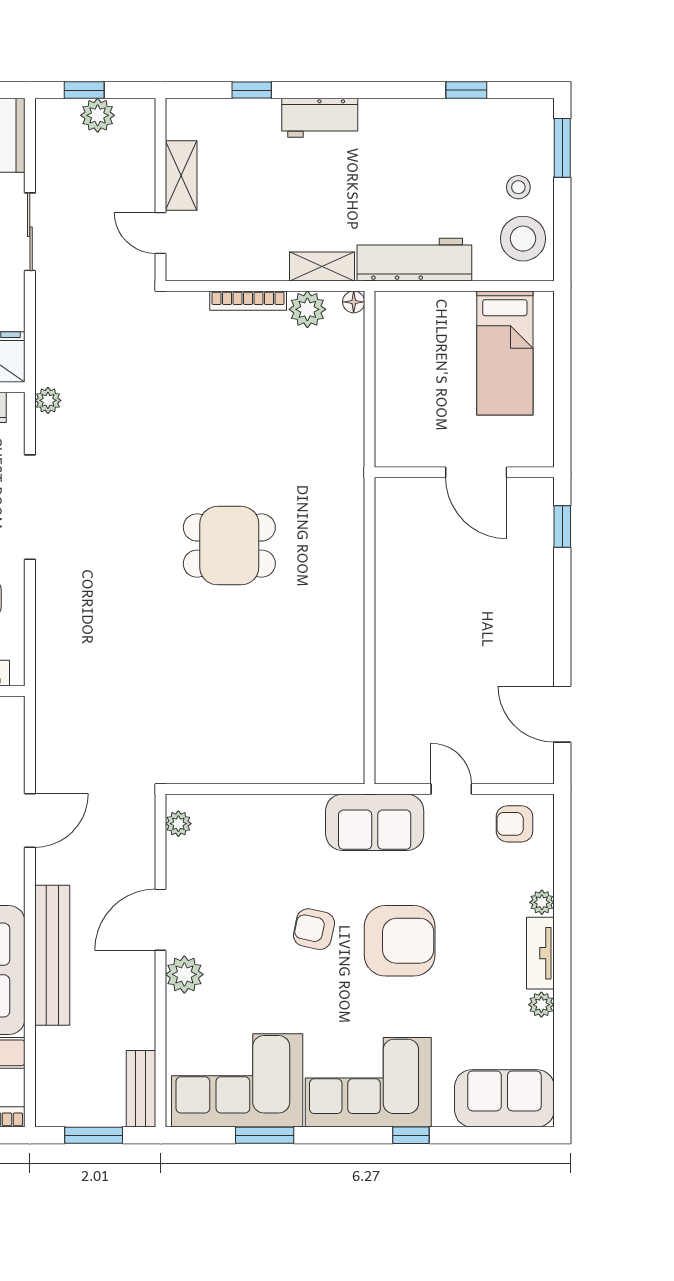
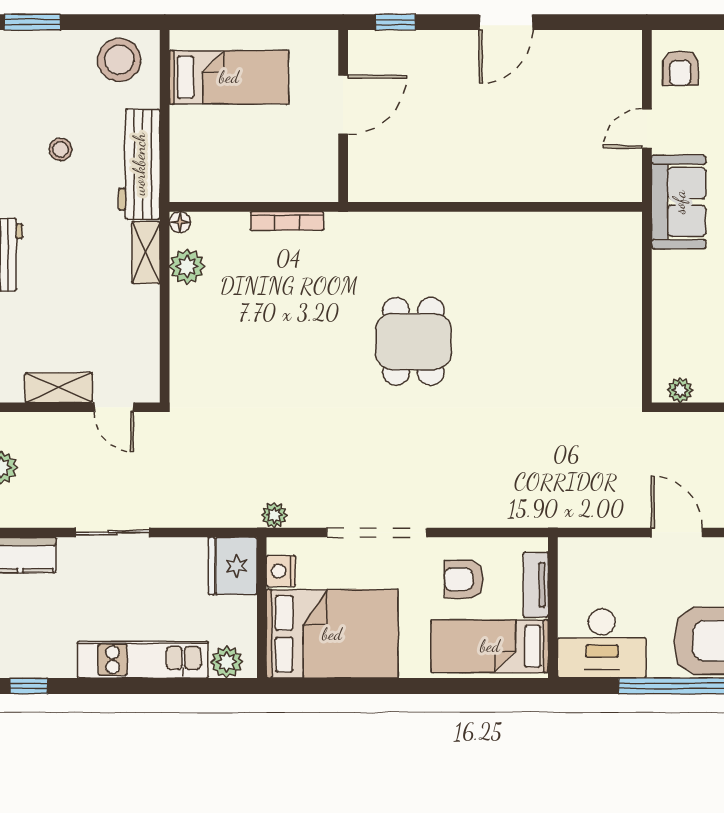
stool: (518, 187) -> (61, 149), moved
door: (161, 233) -> (114, 407), hinge flipped
bookcase: (248, 301) -> (287, 221), moved, turned 90
door: (562, 714) -> (506, 22), moved

